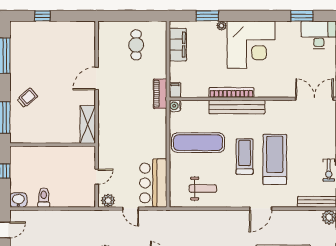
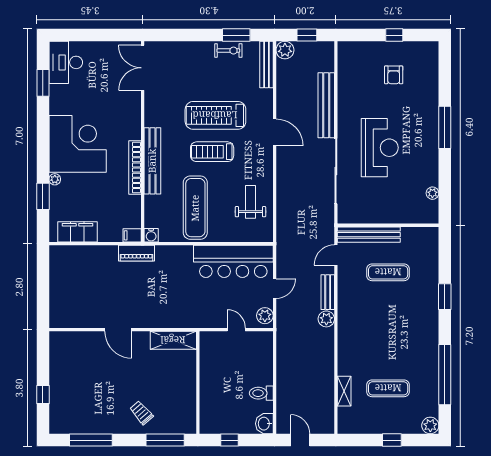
cafe table: (136, 45) -> (78, 282), removed
bar counter: (153, 183) -> (233, 261), width x1.36

